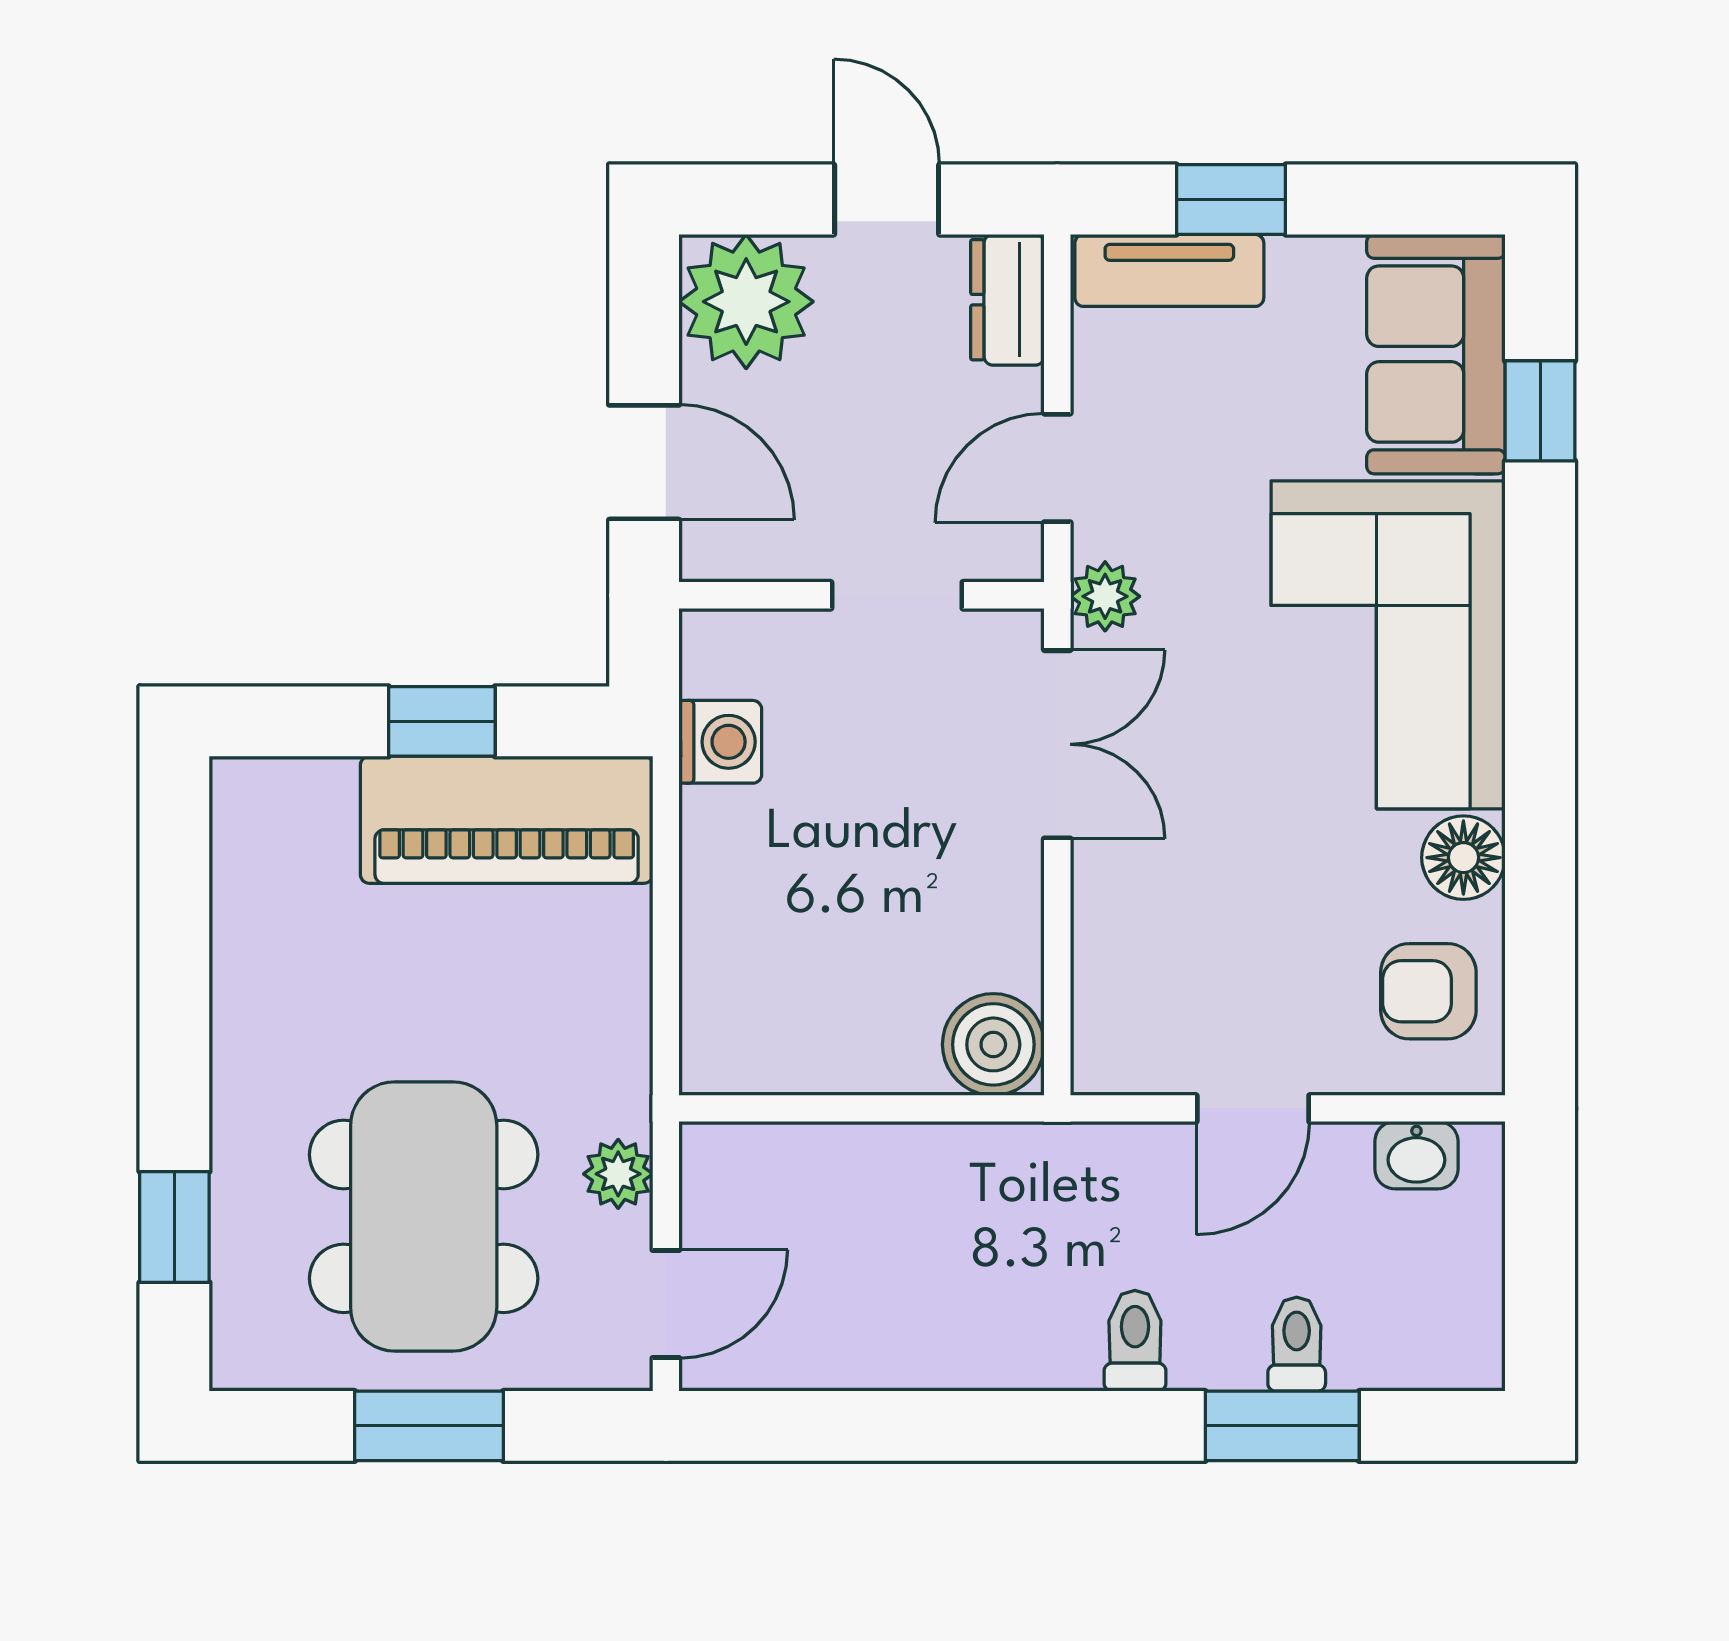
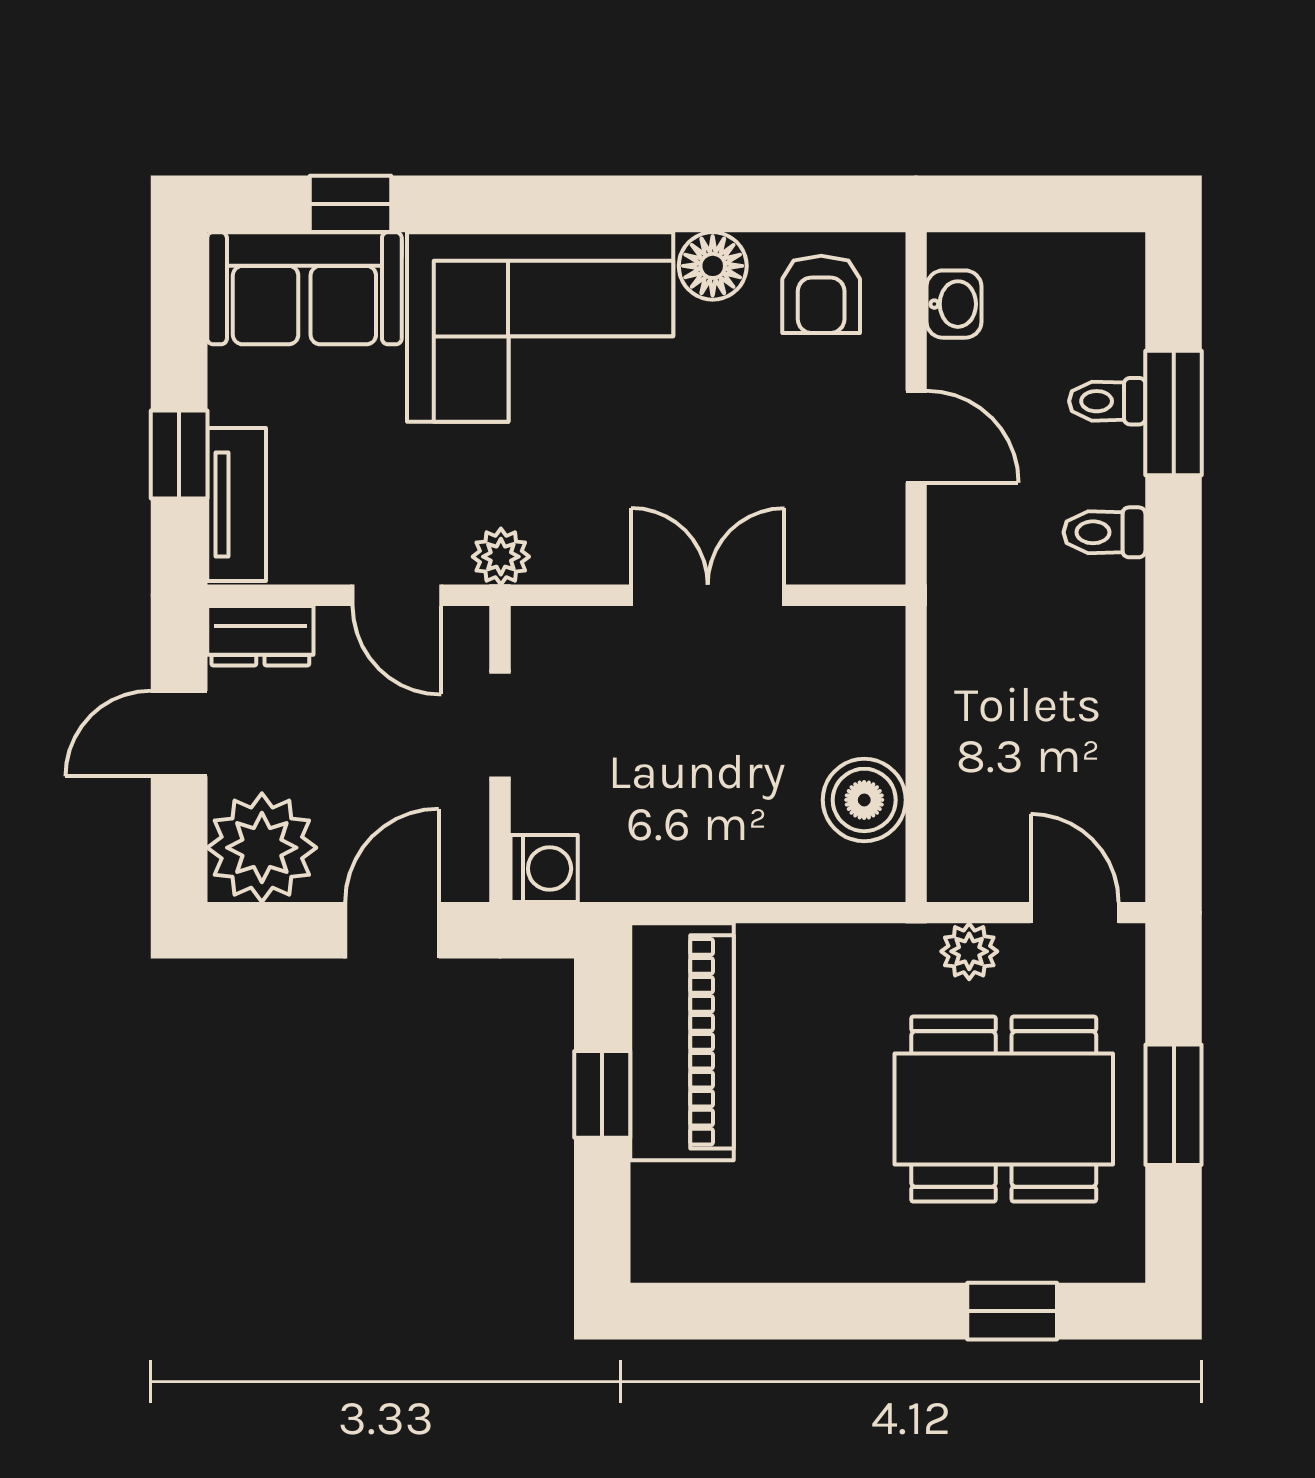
washing machine: (720, 742) -> (544, 869), moved, turned 90
double door: (1057, 744) -> (708, 595), moved
boiler: (993, 1044) -> (864, 800), moved

